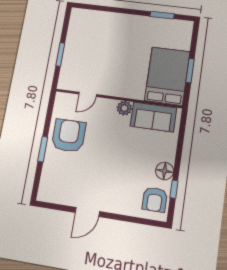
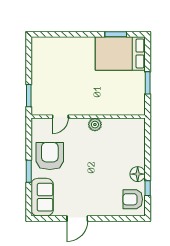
window: (60, 54) -> (29, 96), moved
bed: (167, 76) -> (120, 54), moved, turned -90
sofa: (153, 117) -> (42, 197), moved, turned -90
armchair: (155, 200) -> (133, 199), turned 90

